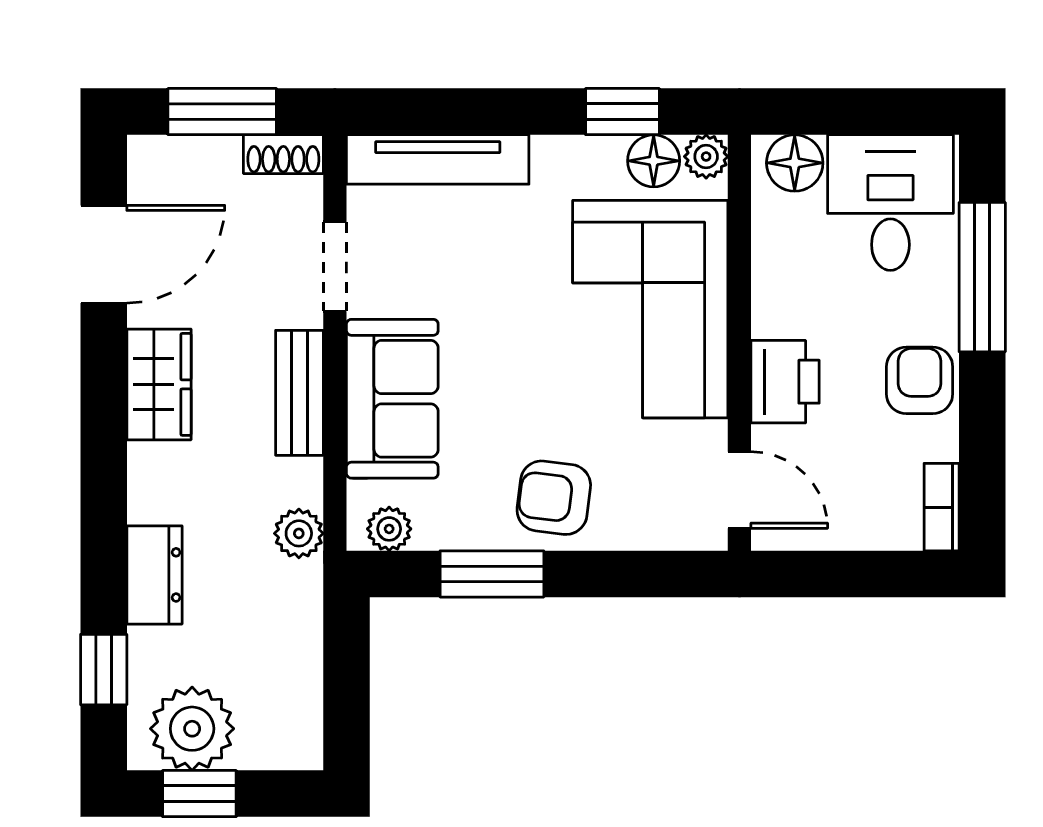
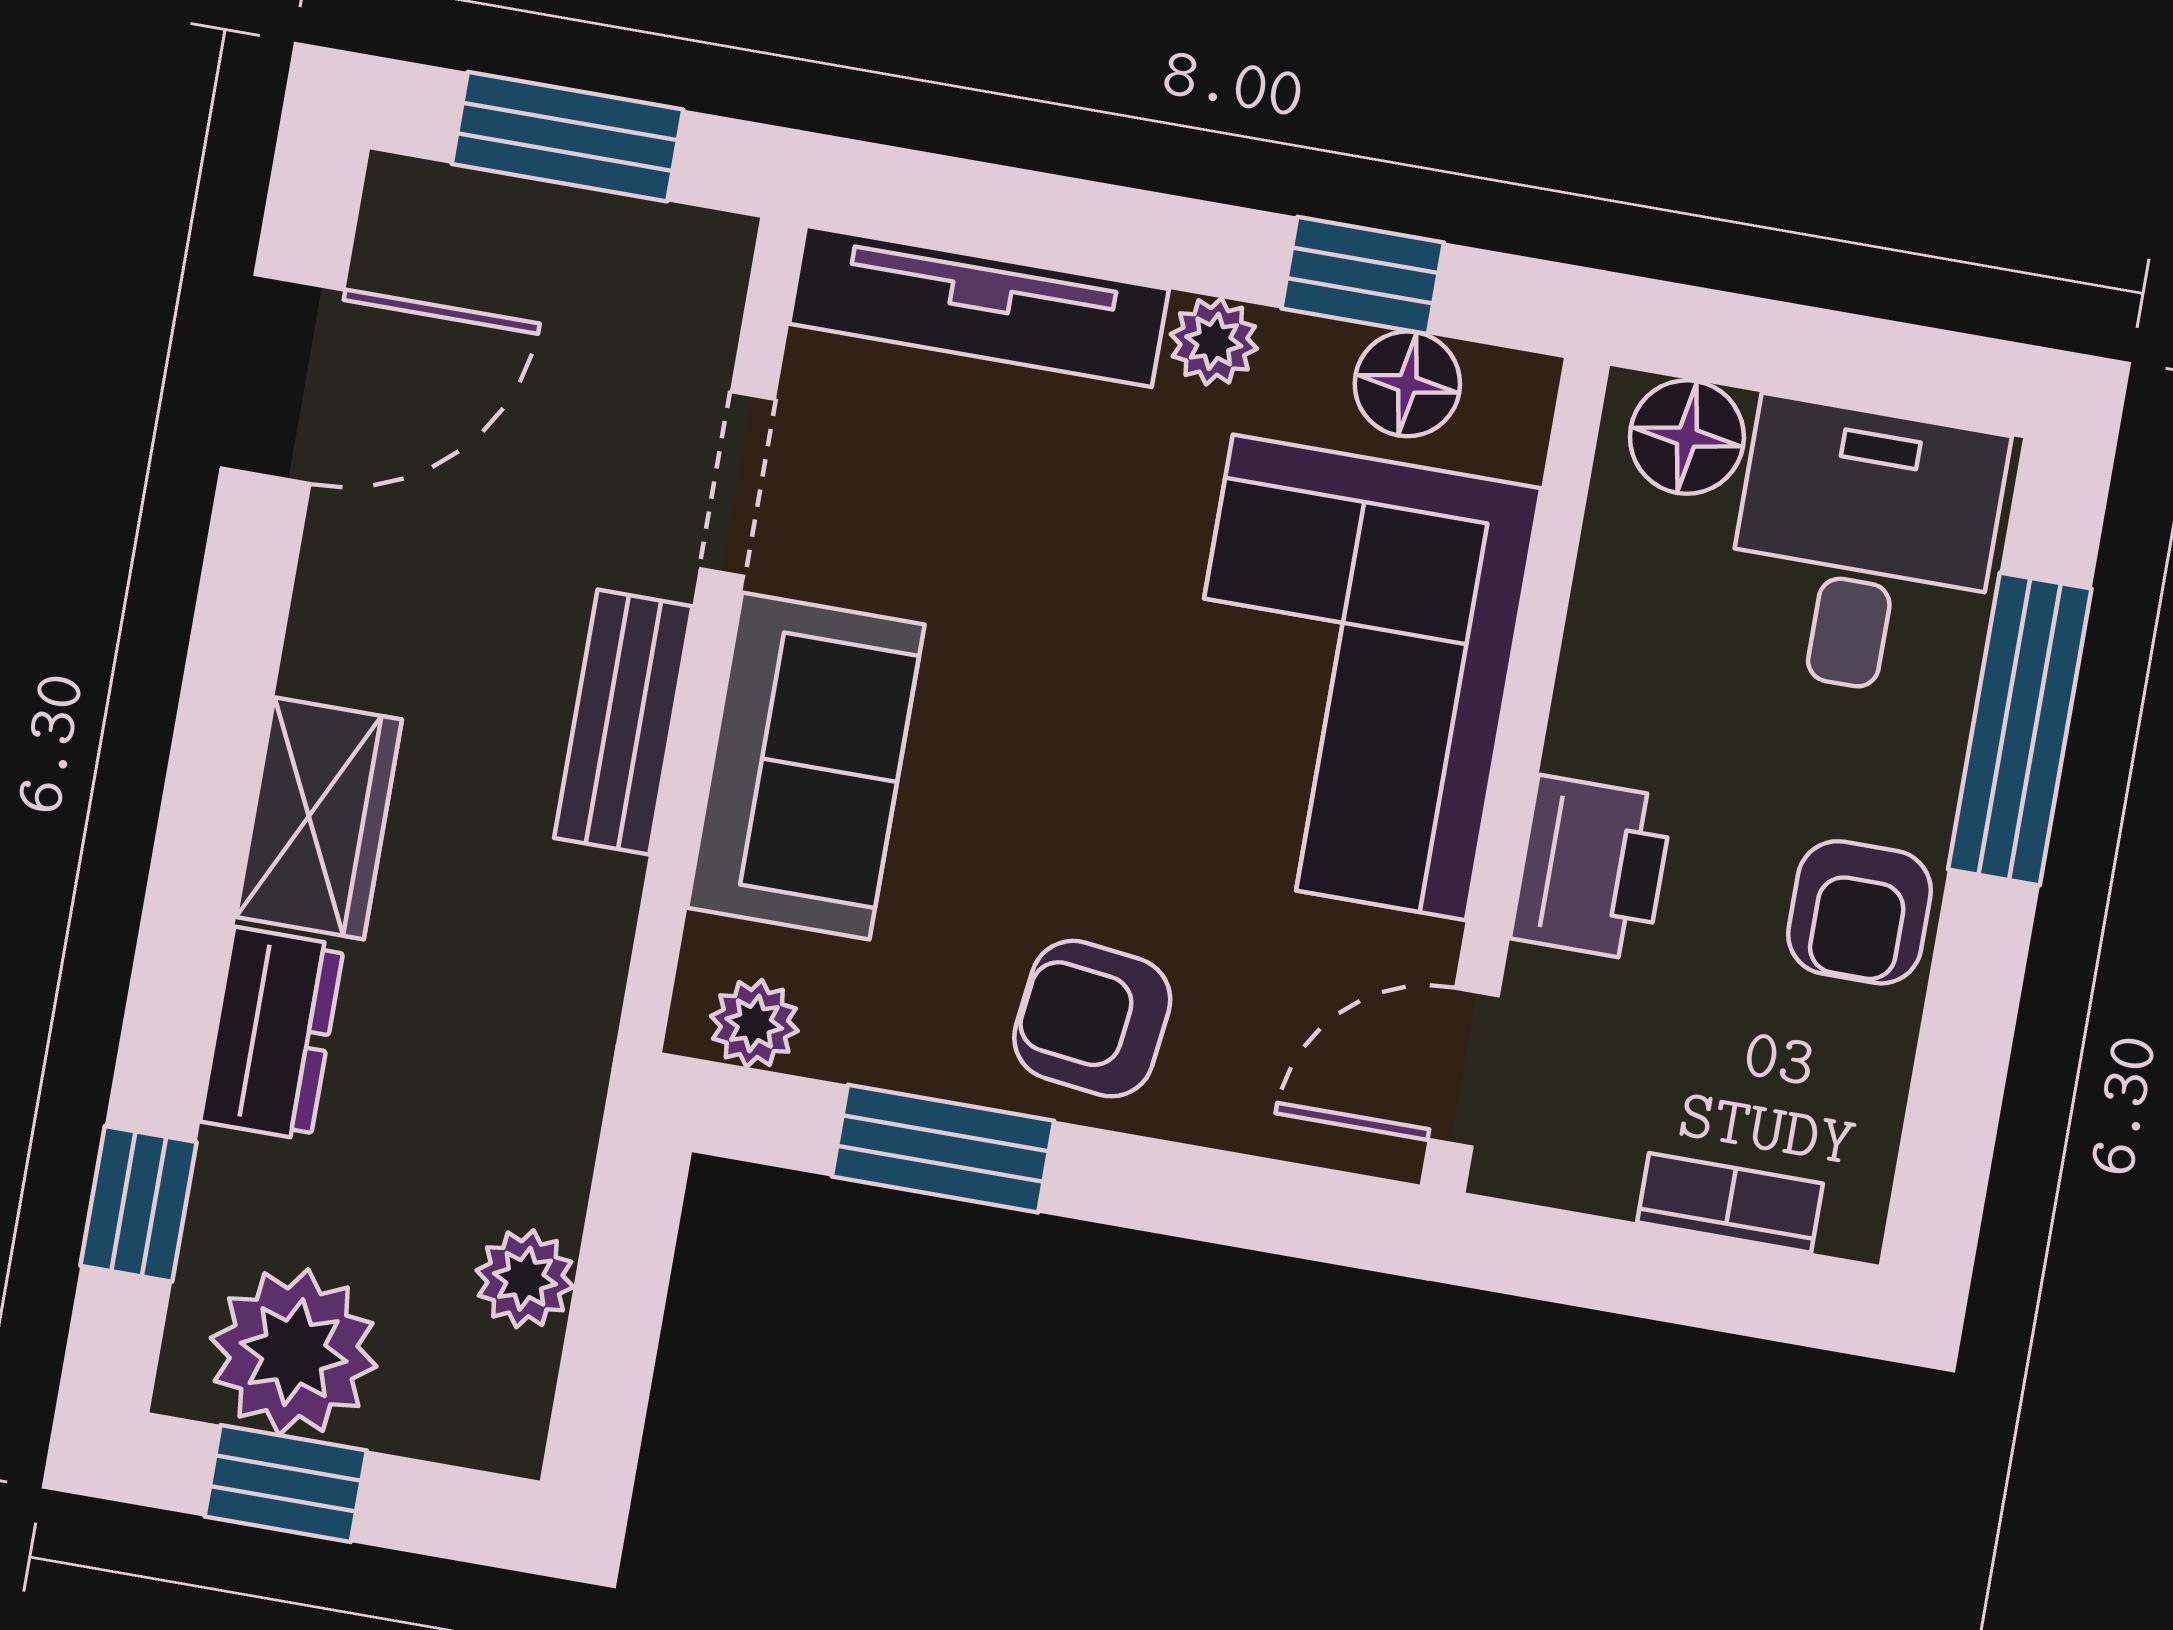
shoe rack: (283, 154) -> (674, 242), removed
plant: (706, 157) -> (1214, 341), moved
armchair: (920, 380) -> (1860, 912), turned 180
wardrobe: (159, 384) -> (319, 818), moved
door: (739, 490) -> (1464, 1068), swing flipped
bookcase: (942, 507) -> (1730, 1203), moved, turned 90
plant: (299, 533) -> (525, 1279), moved

